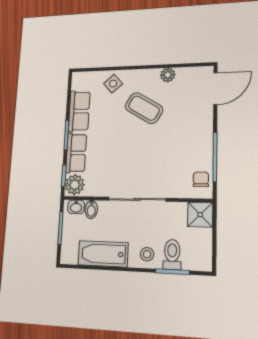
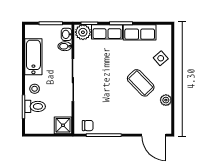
coffee table: (144, 108) -> (141, 83), turned -75

